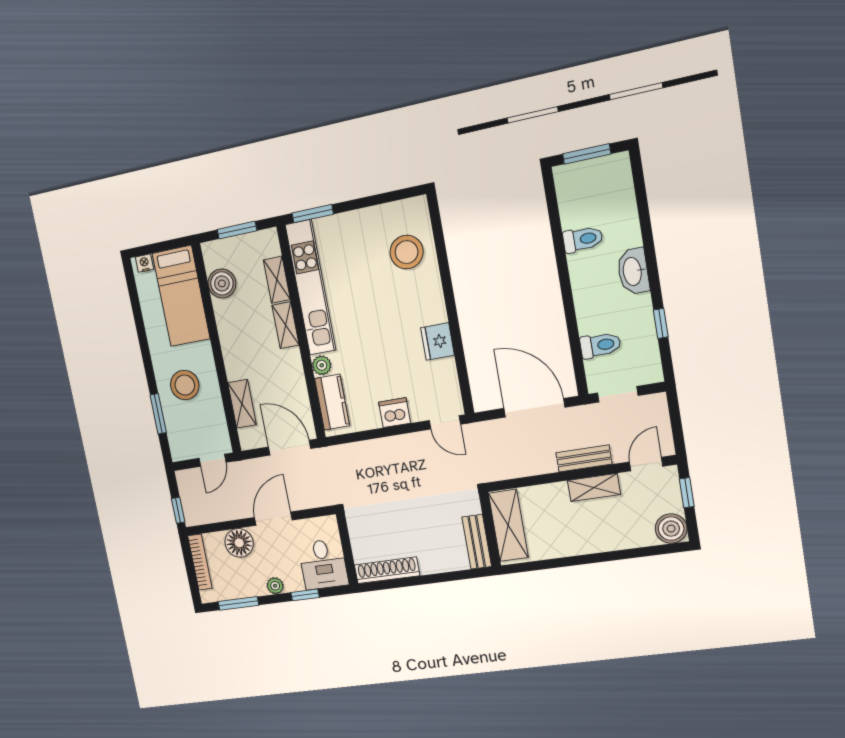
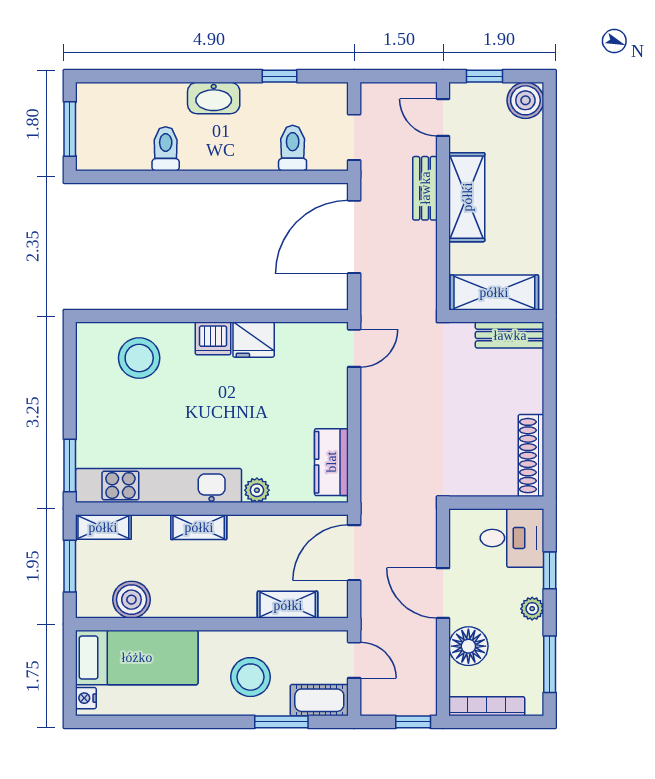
shelving: (277, 280) -> (103, 527), moved
kitchen counter: (332, 402) -> (331, 462), moved, turned -90
dishwasher: (395, 413) -> (213, 338), moved, turned -90
cot: (179, 439) -> (319, 700), added
shelving: (594, 488) -> (467, 197), width x1.50, depth x1.33

